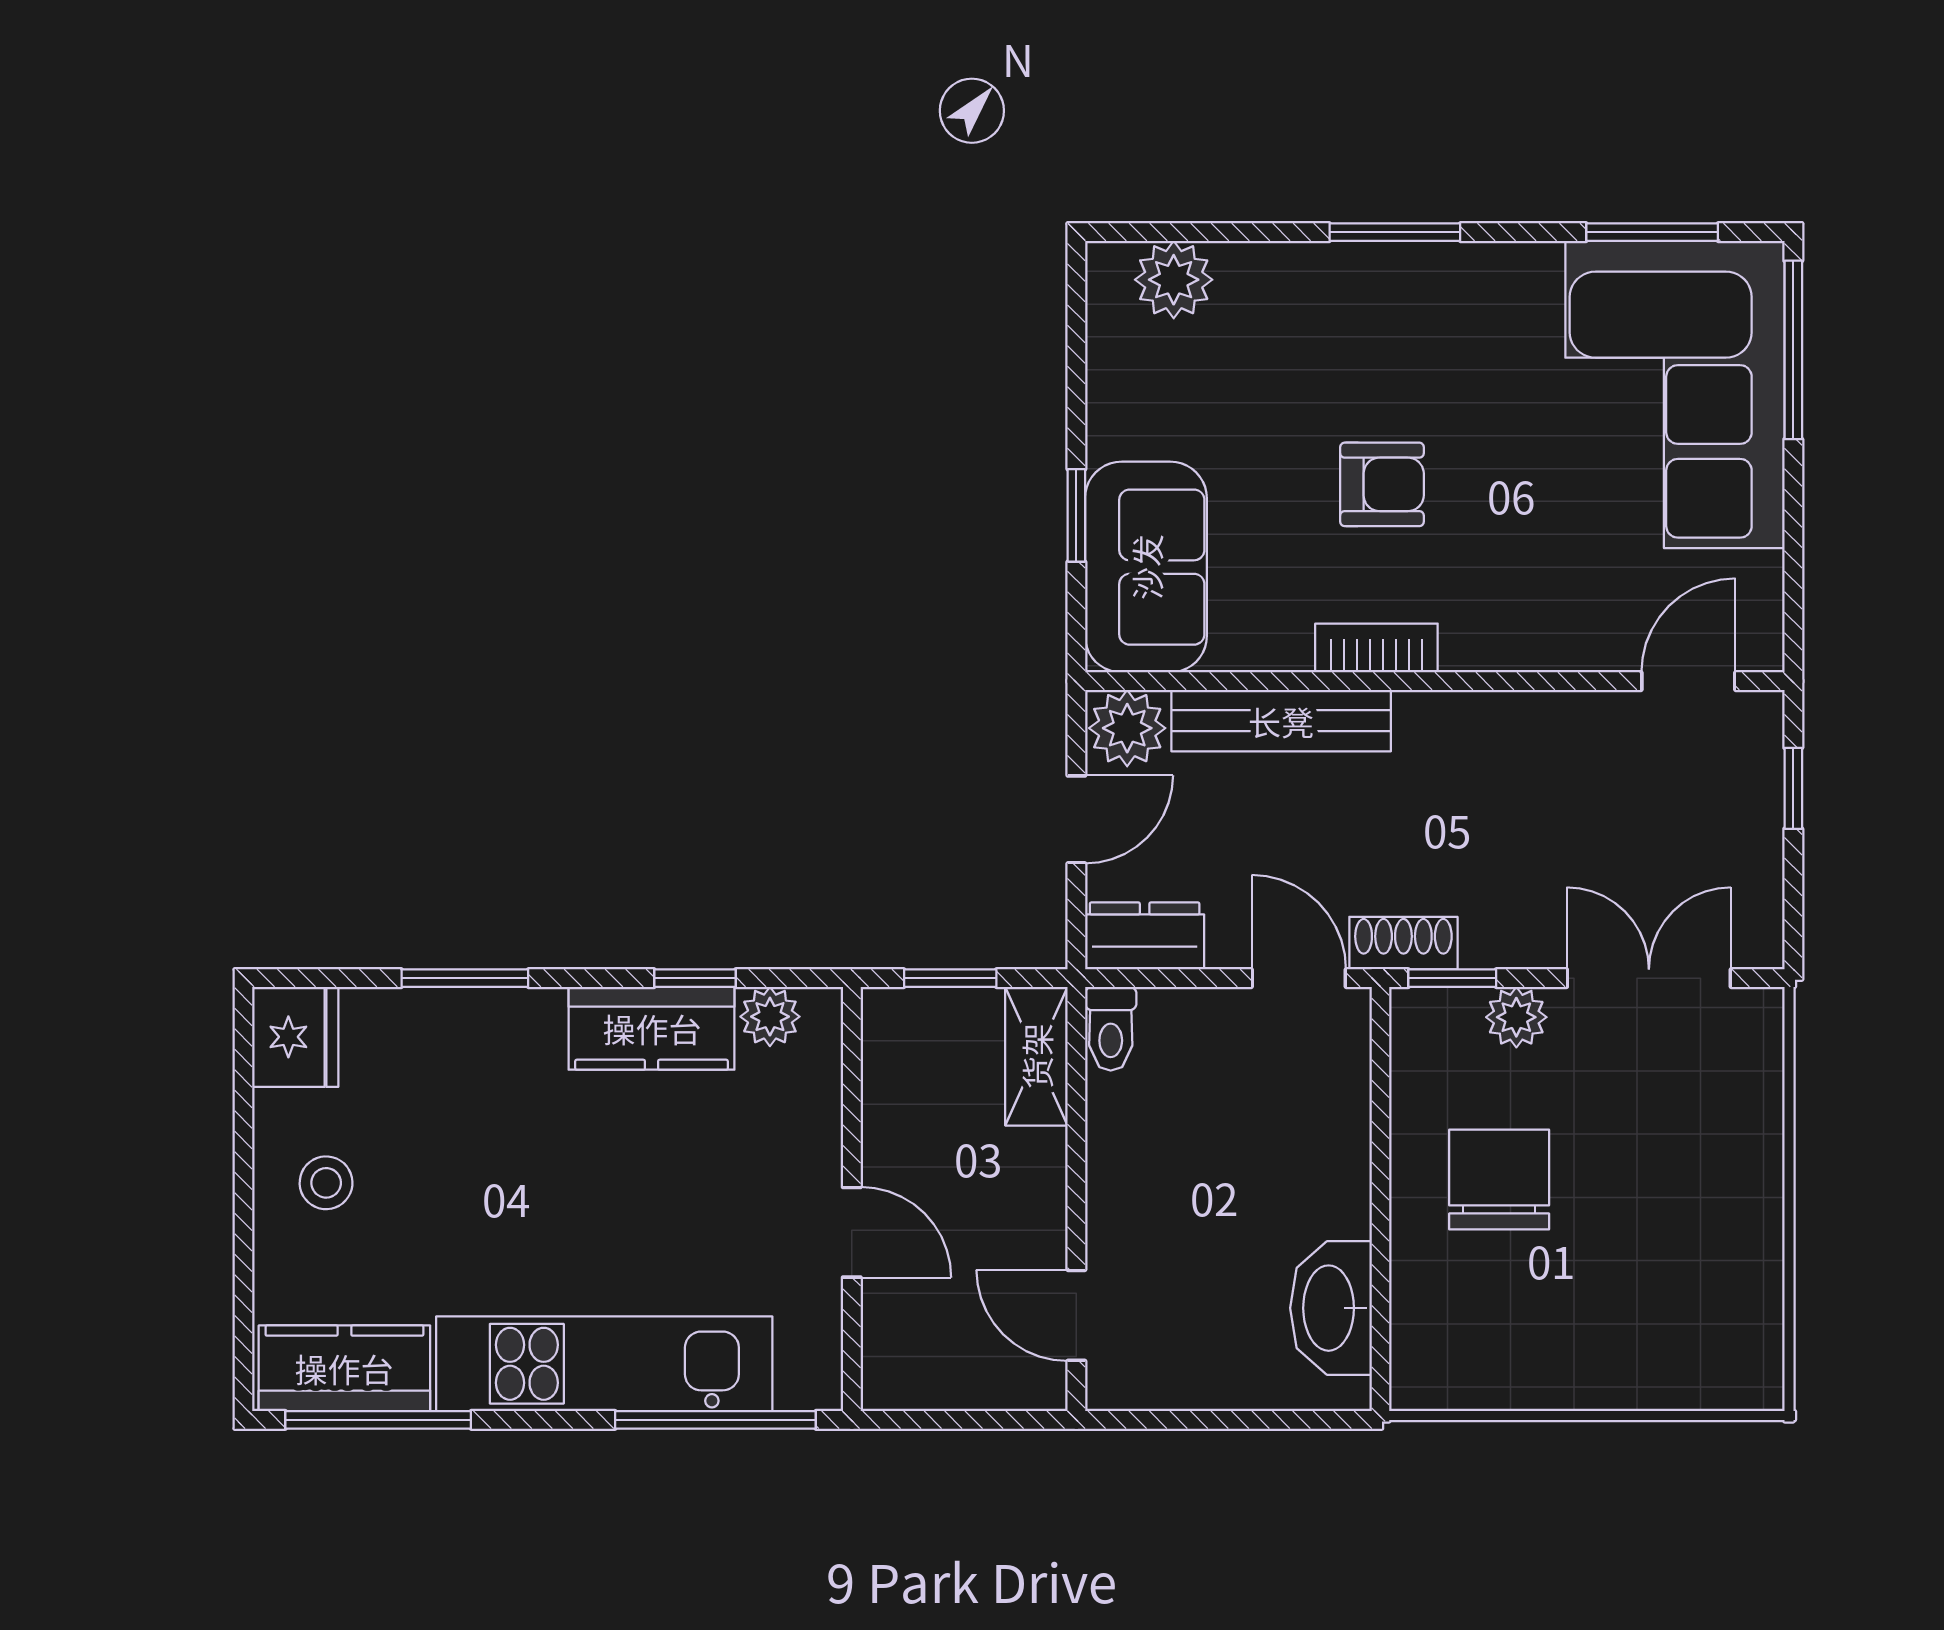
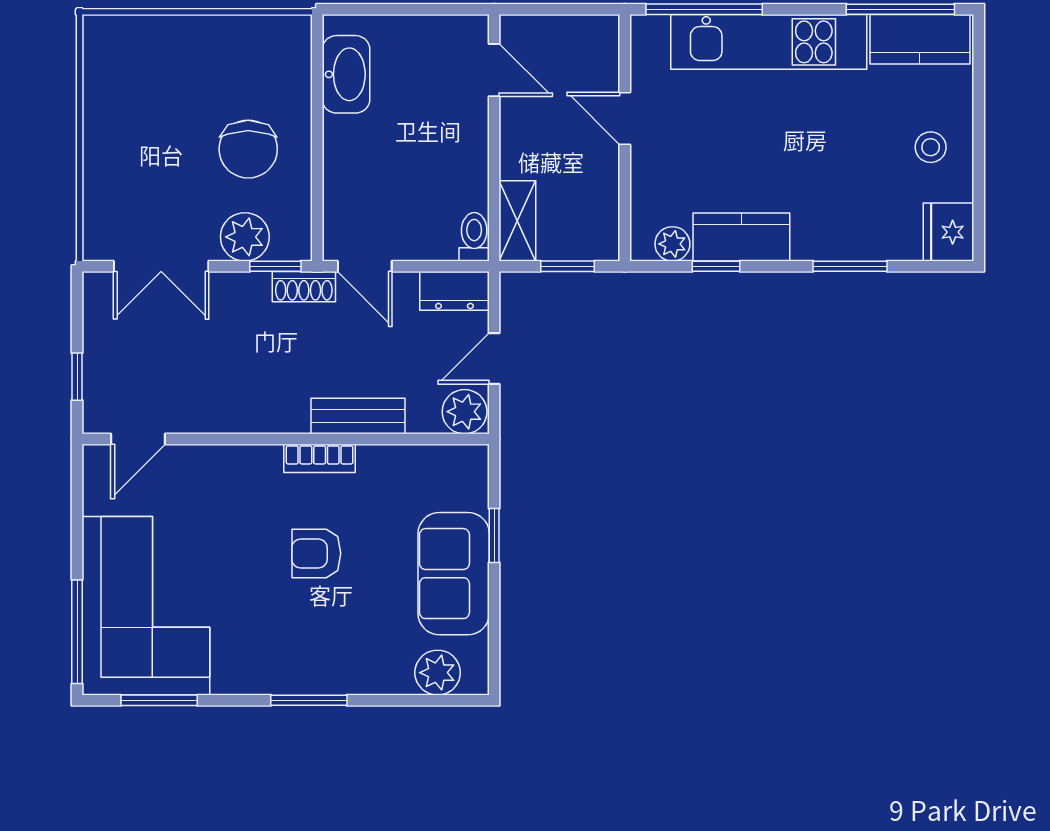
sofa: (1146, 567) -> (454, 574), moved
bench: (1281, 721) -> (358, 416), width x0.73
plant: (1516, 1017) -> (245, 237), width x1.38, depth x1.38

